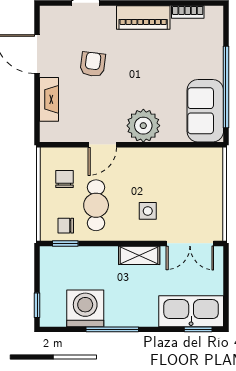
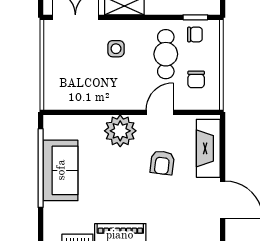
armchair: (93, 64) -> (162, 163), moved
fireplace: (49, 99) -> (208, 148), width x1.37, depth x1.32
sofa: (205, 111) -> (61, 170), moved

